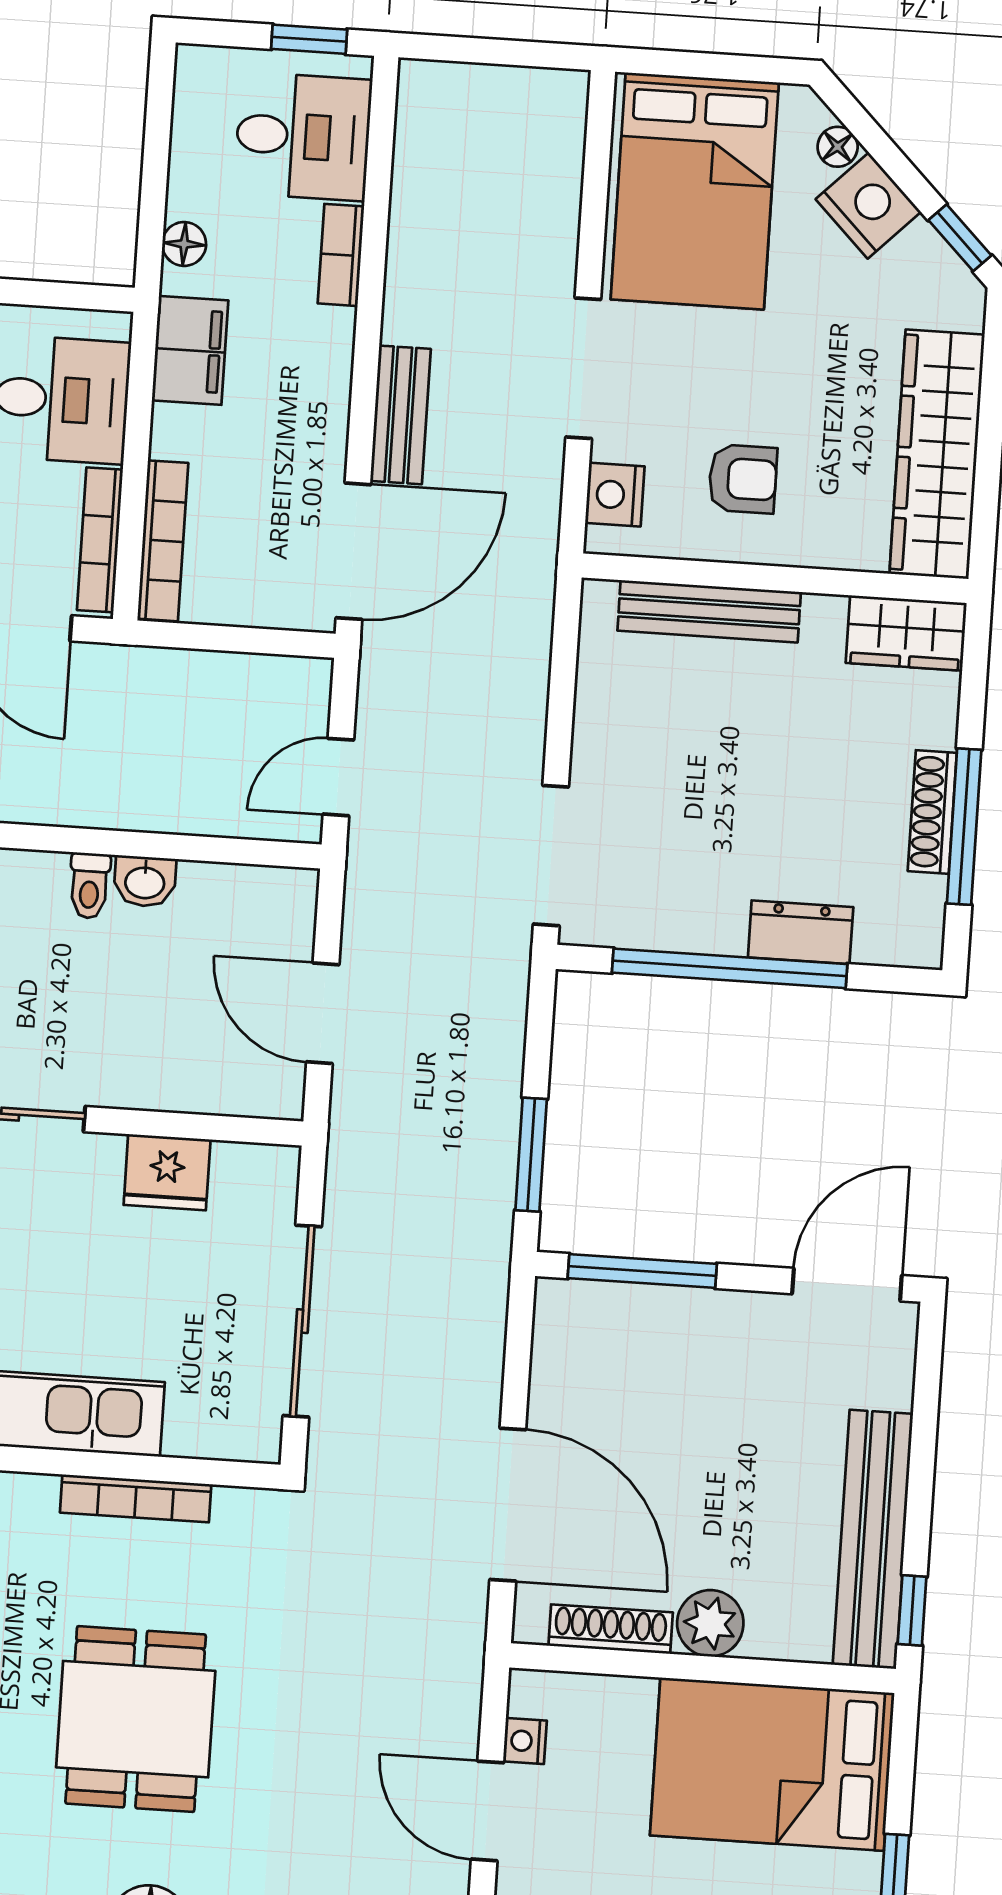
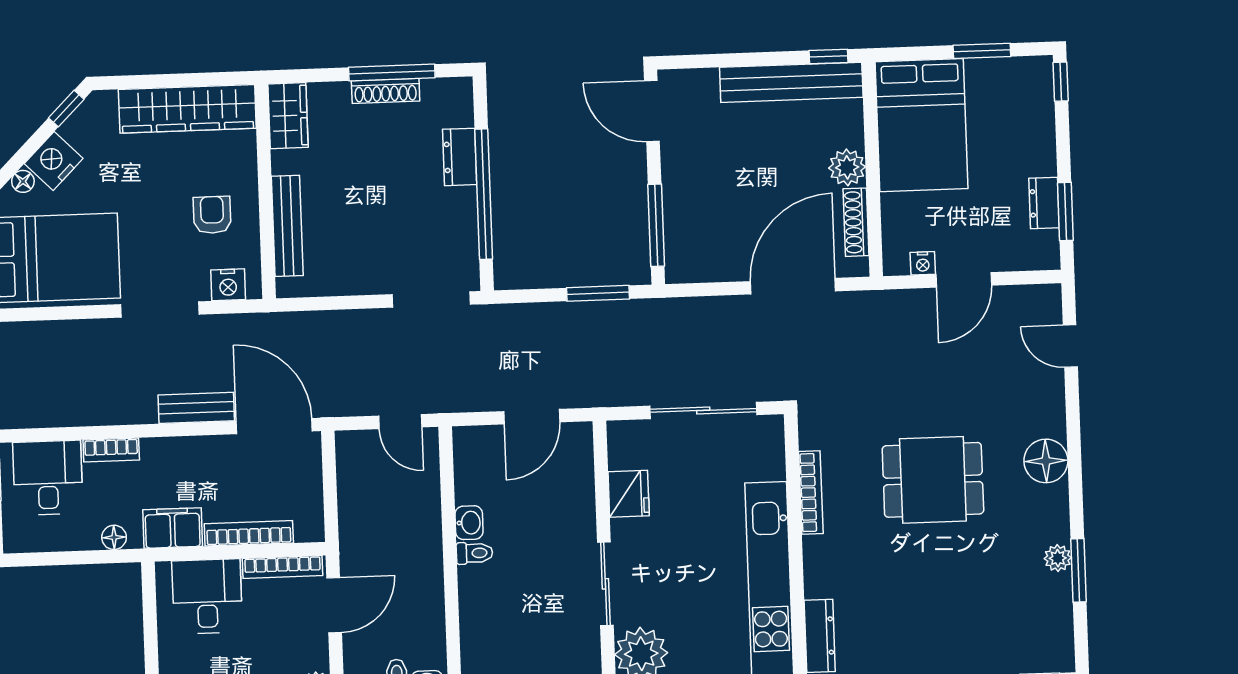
bookcase: (163, 541) -> (249, 533), moved

